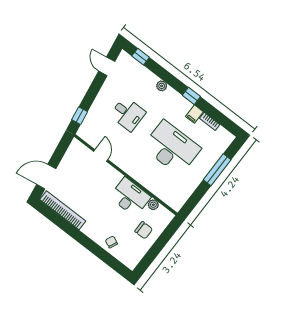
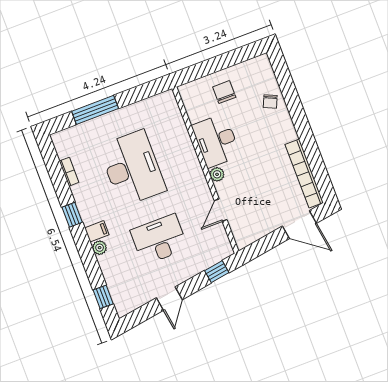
door: (107, 66) -> (169, 299), moved
desk: (128, 114) -> (159, 240), width x1.37
filing cabinet: (194, 114) -> (97, 231), moved
desk: (172, 148) -> (132, 168), turned 180
plant: (153, 205) -> (217, 174), moved

